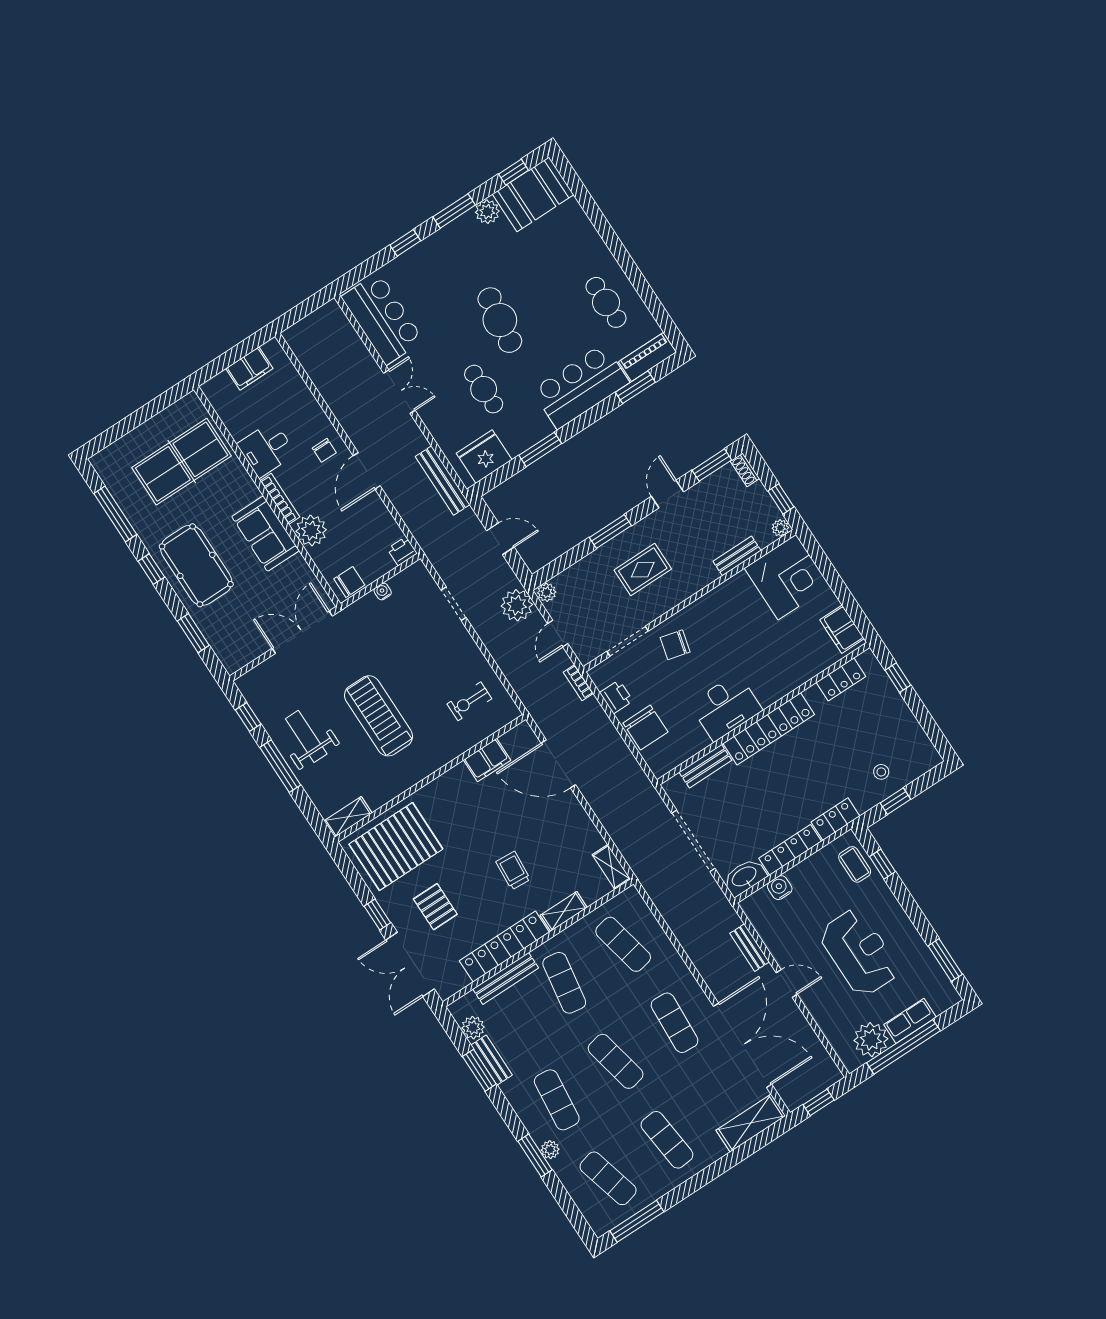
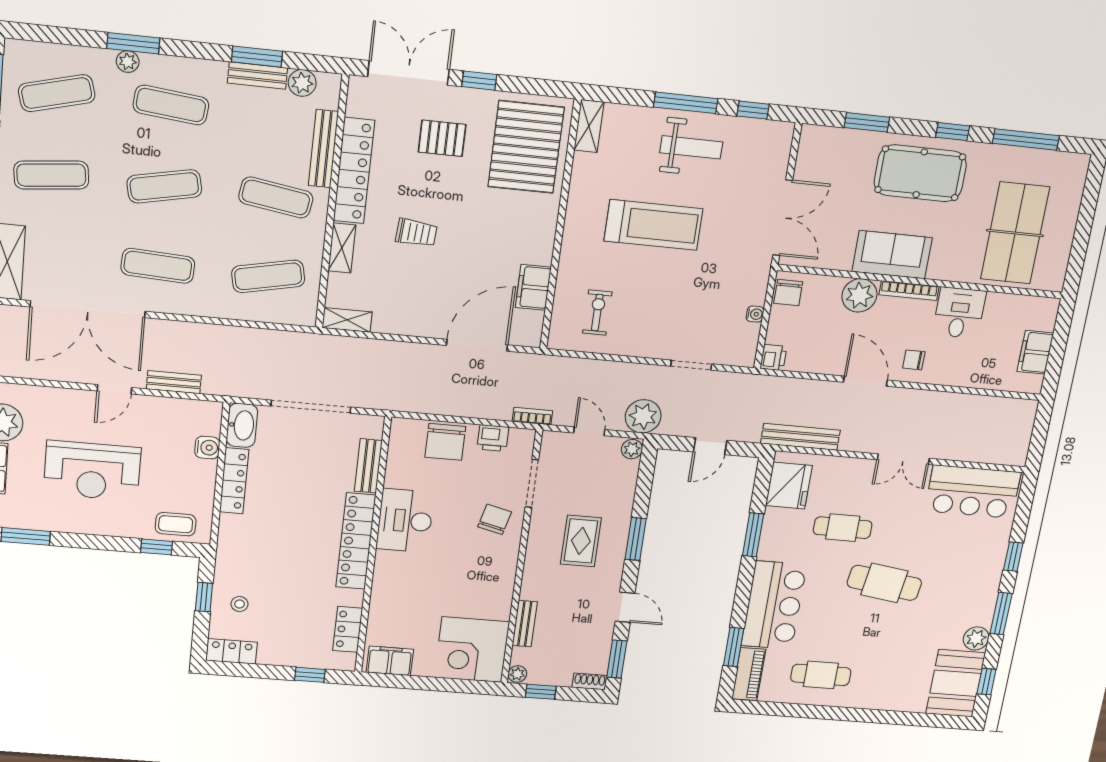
chair: (645, 727) -> (445, 442), turned -90
locker: (835, 819) -> (232, 651), moved, turned -90

